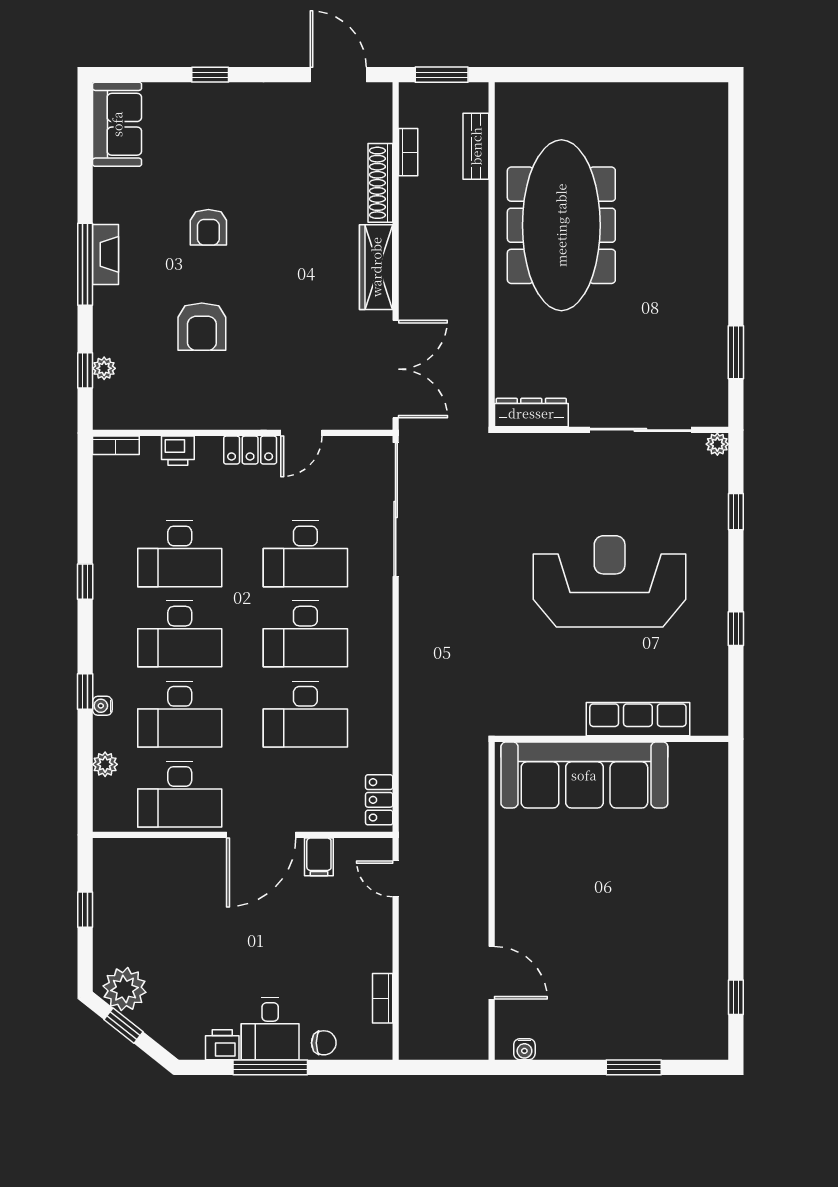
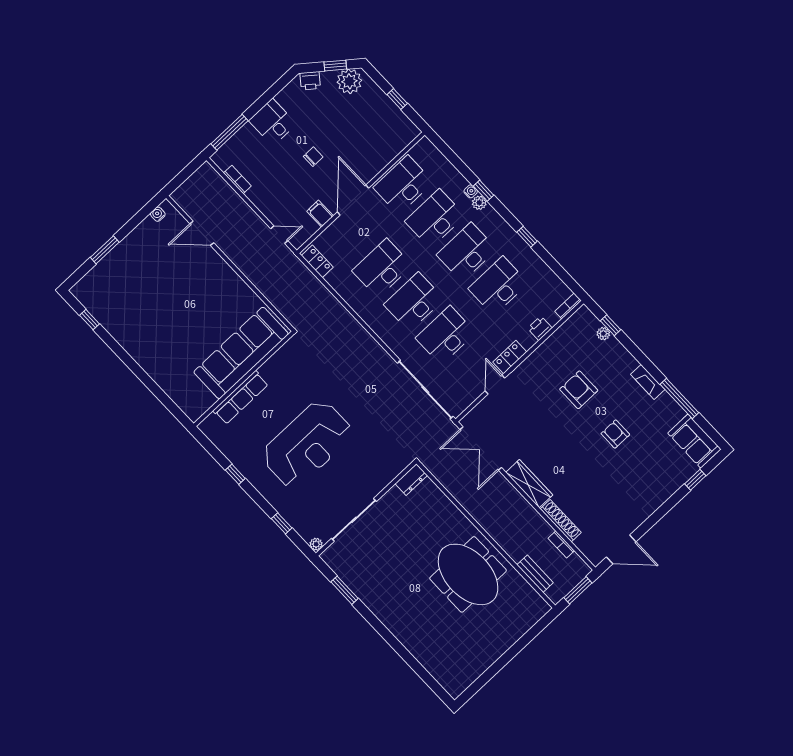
window: (210, 75) -> (695, 480), moved
meeting table: (561, 225) -> (468, 574), width x0.73
window: (85, 264) -> (679, 398), moved
dresser: (531, 413) -> (411, 480), width x0.70
plant: (105, 764) -> (479, 203), moved
chair: (324, 1043) -> (313, 157), moved, turned 180
printer: (222, 1045) -> (310, 81), moved, turned 38
window: (270, 1067) -> (230, 132), moved

